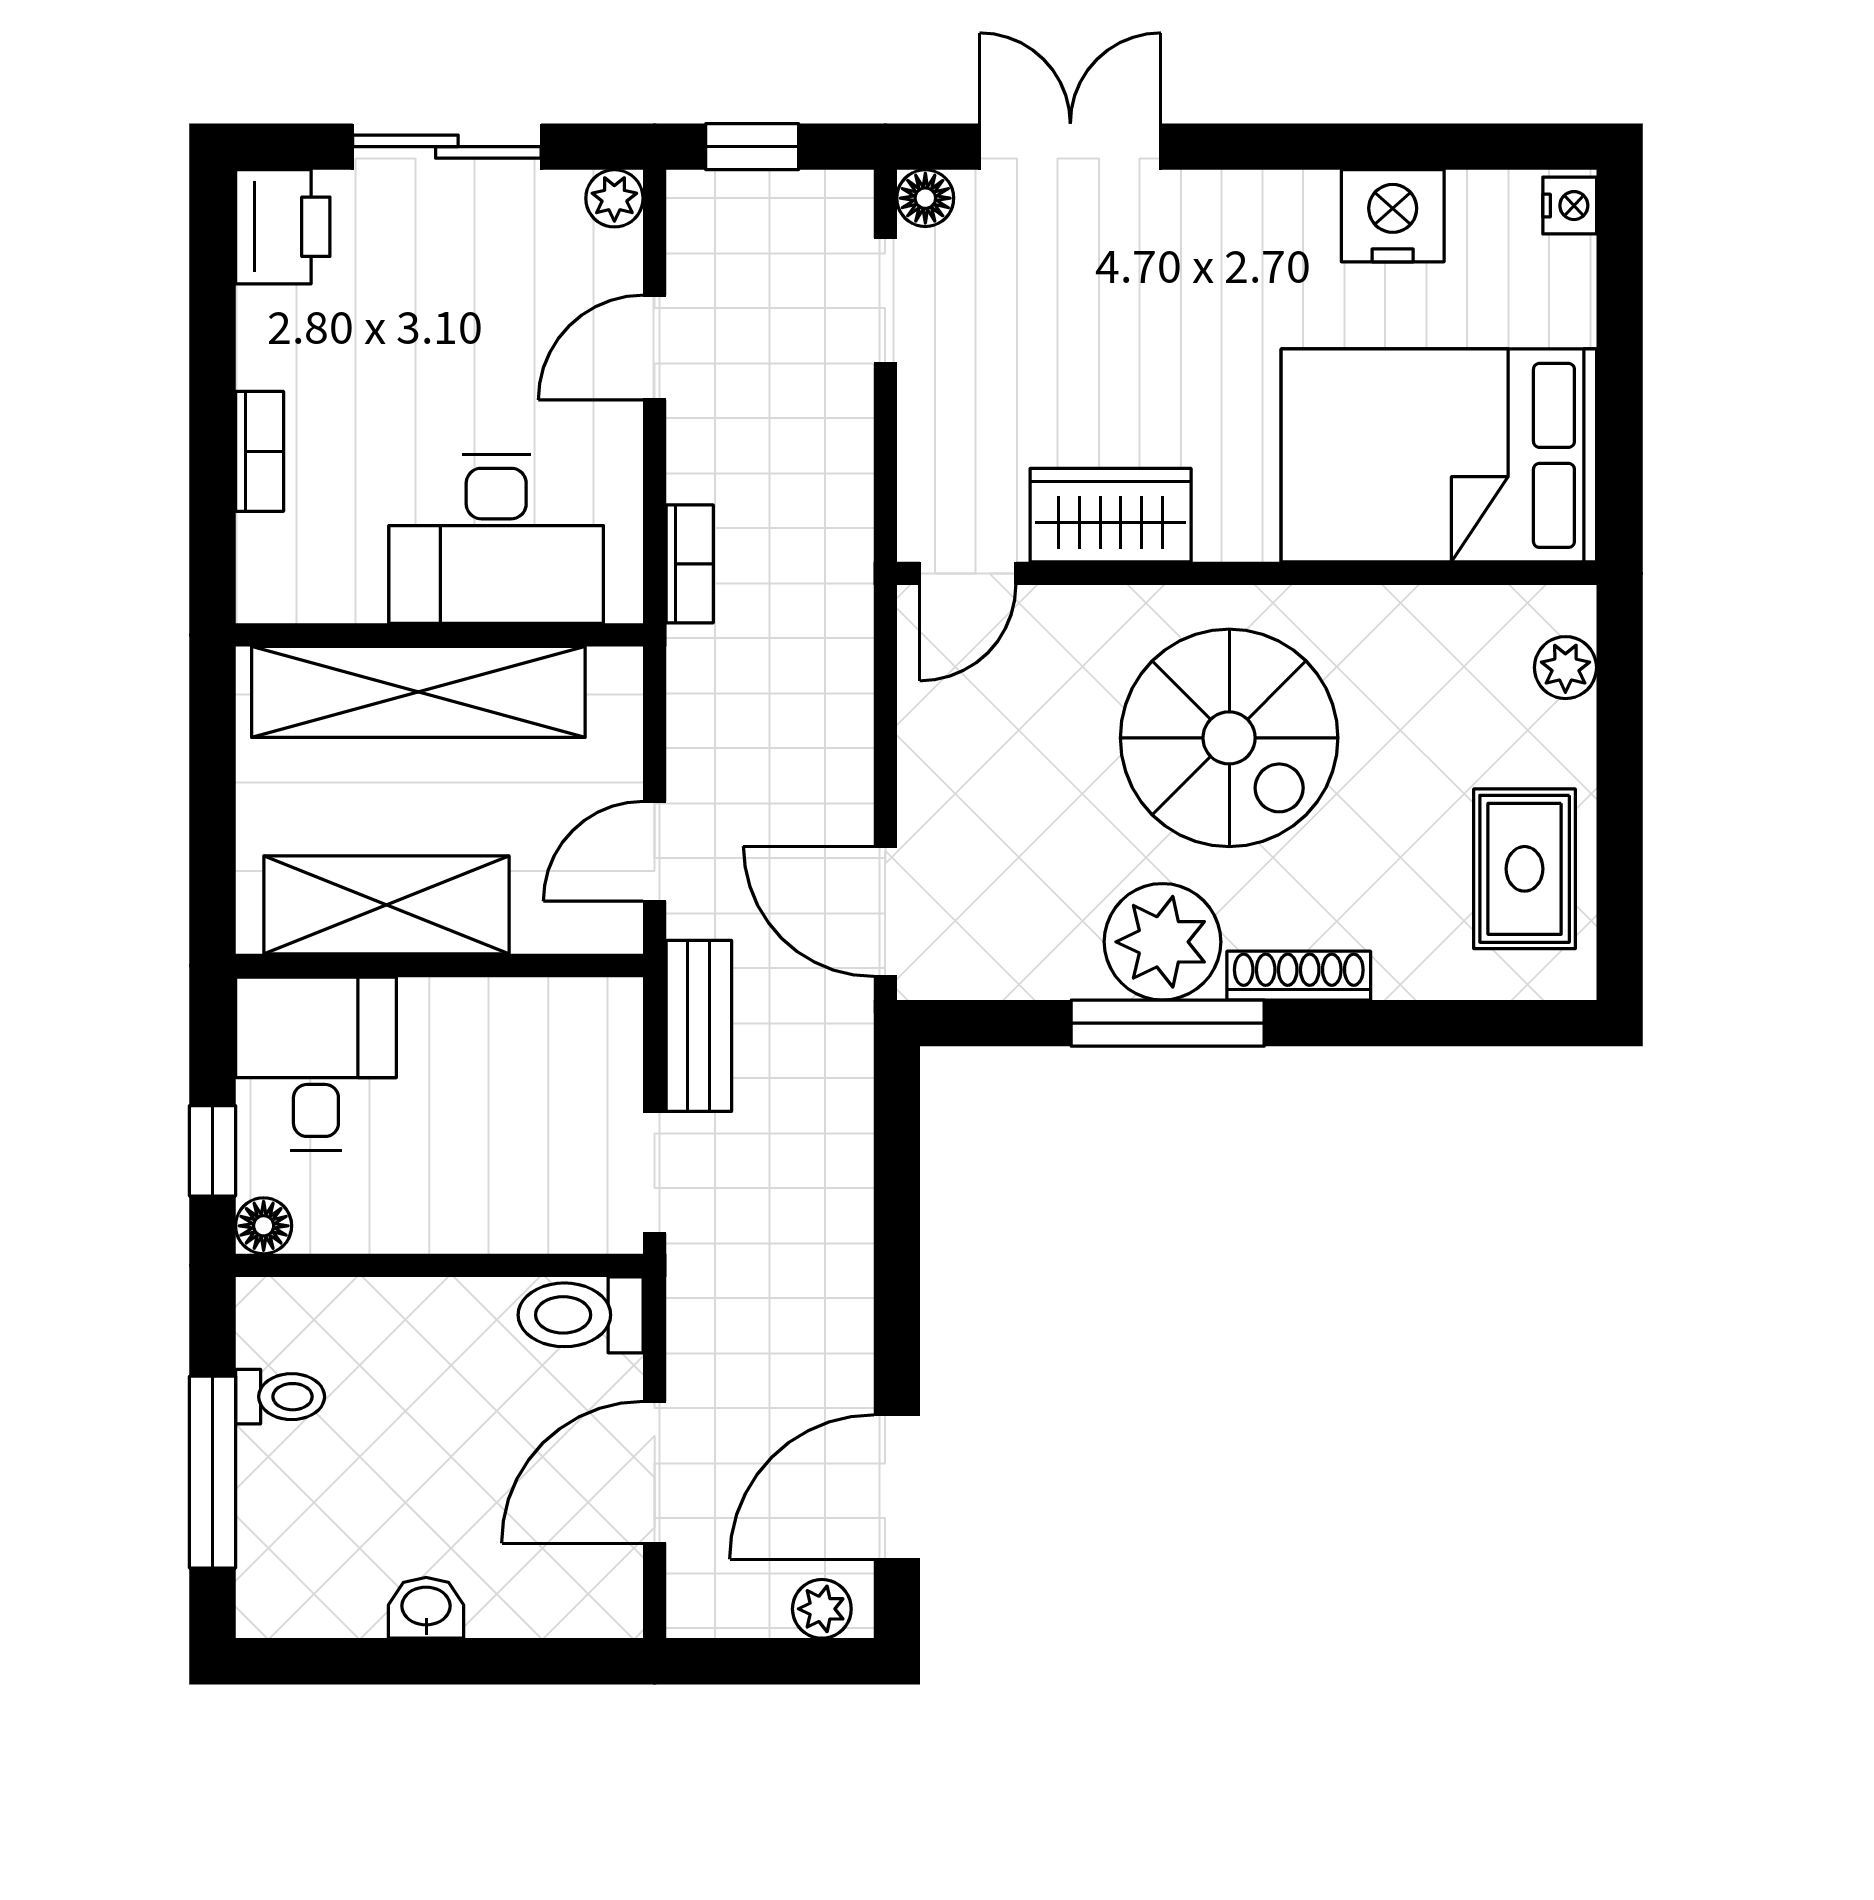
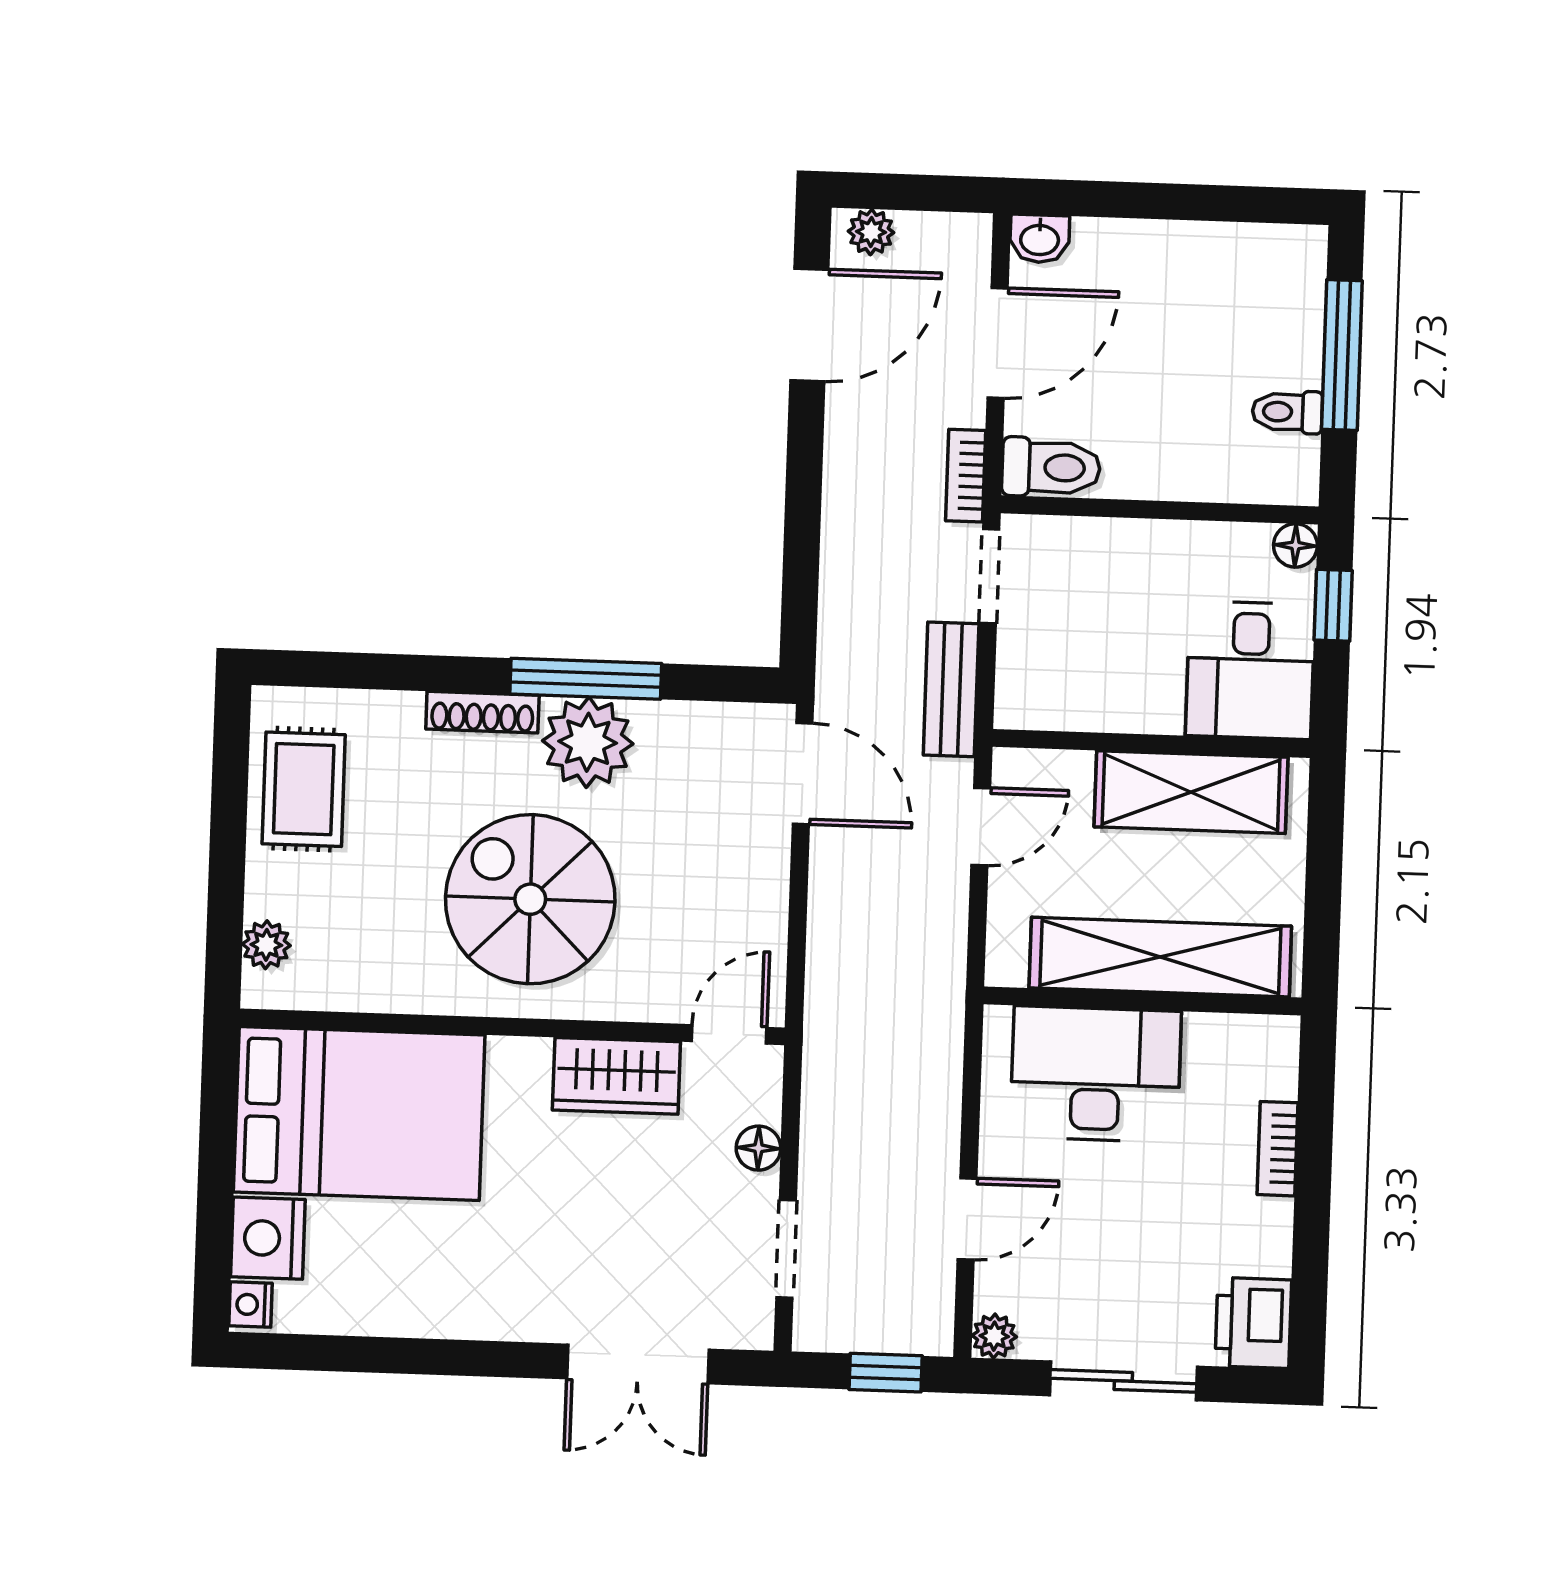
floor lamp: (925, 198) -> (758, 1148), moved
nightstand: (1393, 216) -> (268, 1238), moved, turned 90
bookcase: (690, 564) -> (966, 476), moved
washbasin: (426, 1608) -> (1040, 239), moved

